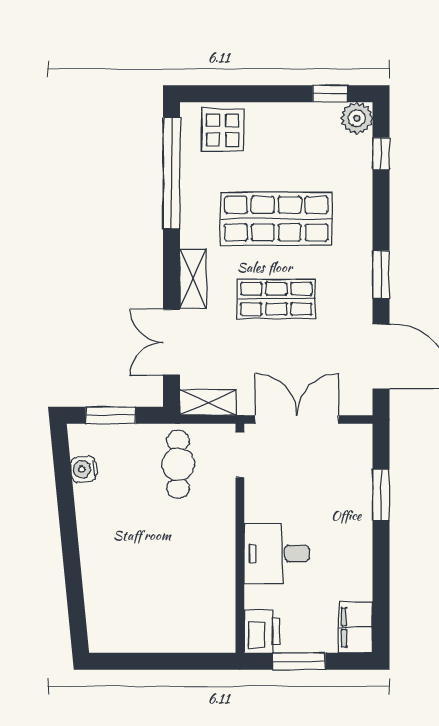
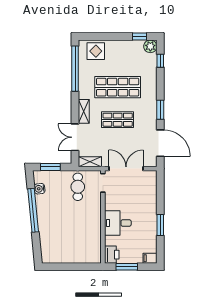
window: (381, 495) -> (160, 225), moved
window: (68, 522) -> (33, 210), added
filing cabinet: (356, 628) -> (150, 258), width x0.50

